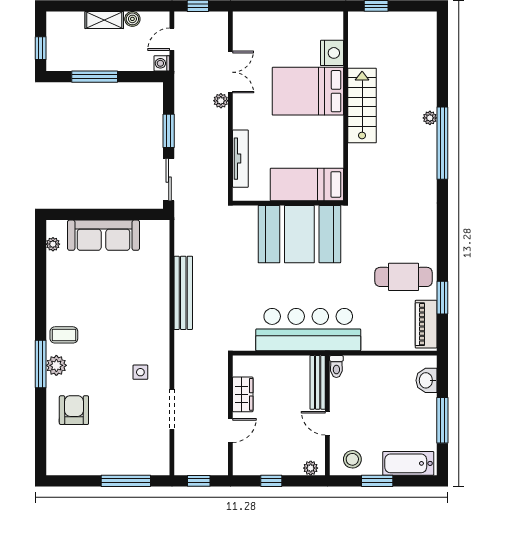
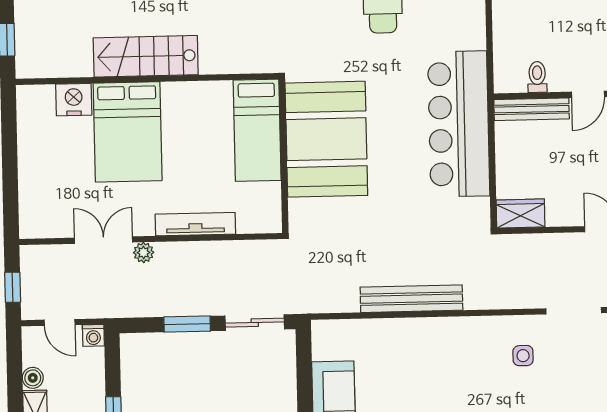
tv unit: (240, 159) -> (195, 224), moved
toilet: (336, 366) -> (537, 77), moved, turned -90
wardrobe: (243, 394) -> (521, 214), moved

